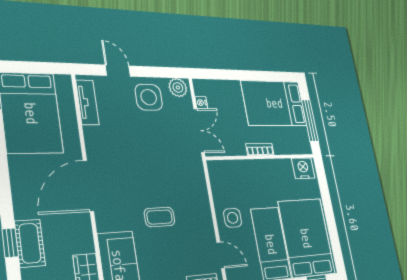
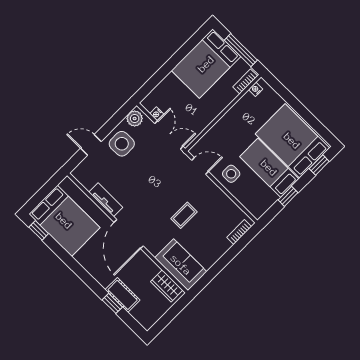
tv unit: (87, 102) -> (106, 200), moved
bookcase: (260, 149) -> (245, 81), moved
nightstand: (303, 168) -> (256, 89), width x0.53, depth x0.56
door: (221, 255) -> (200, 166), moved

